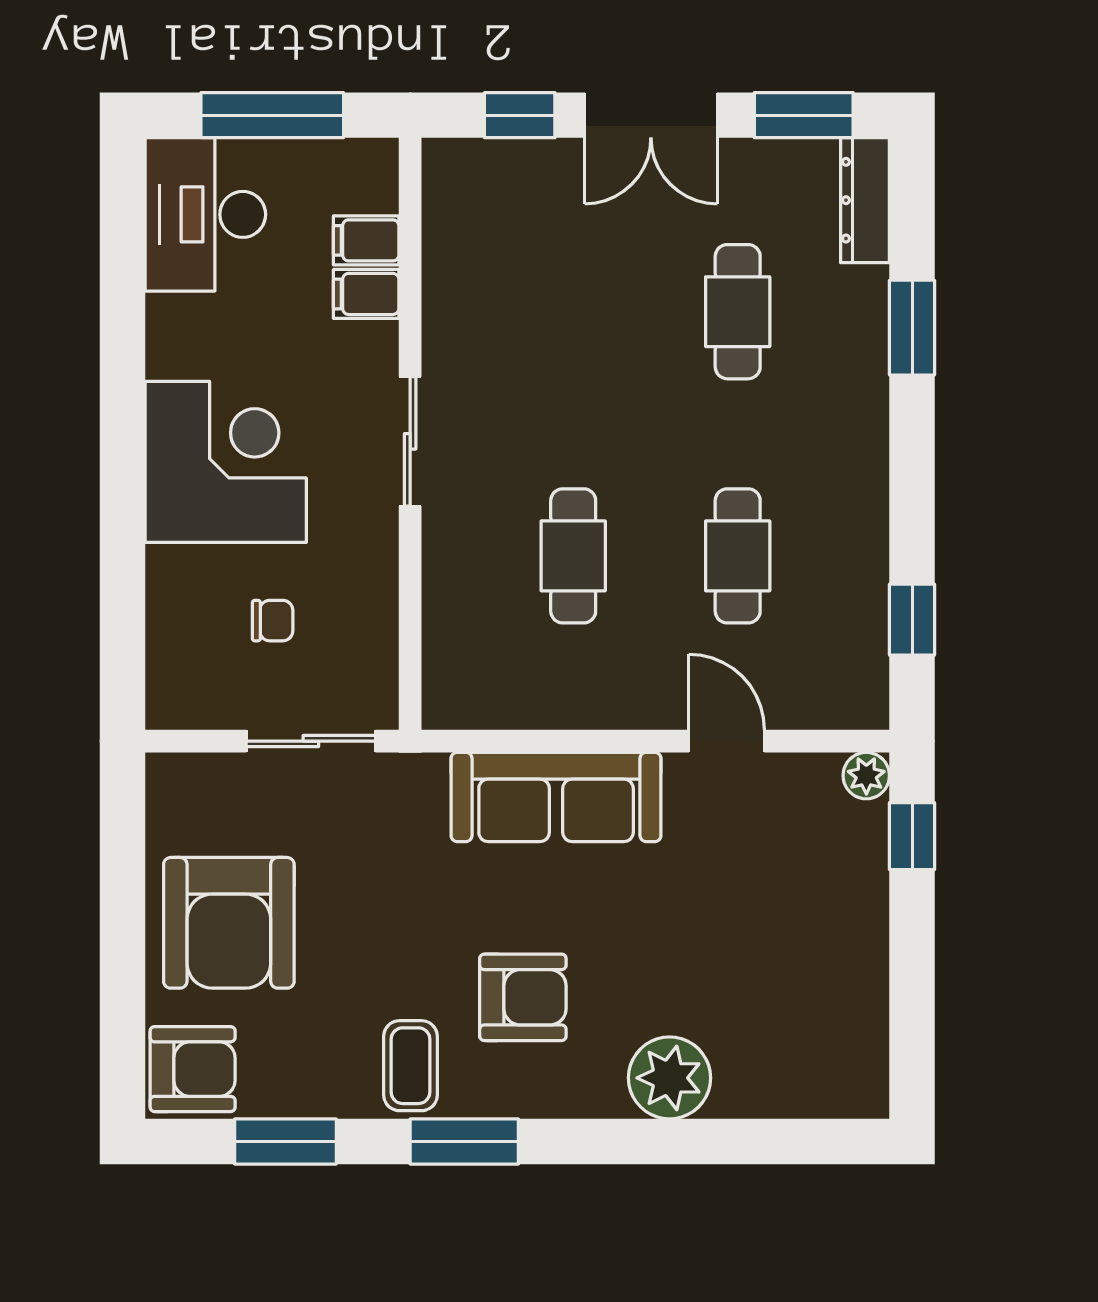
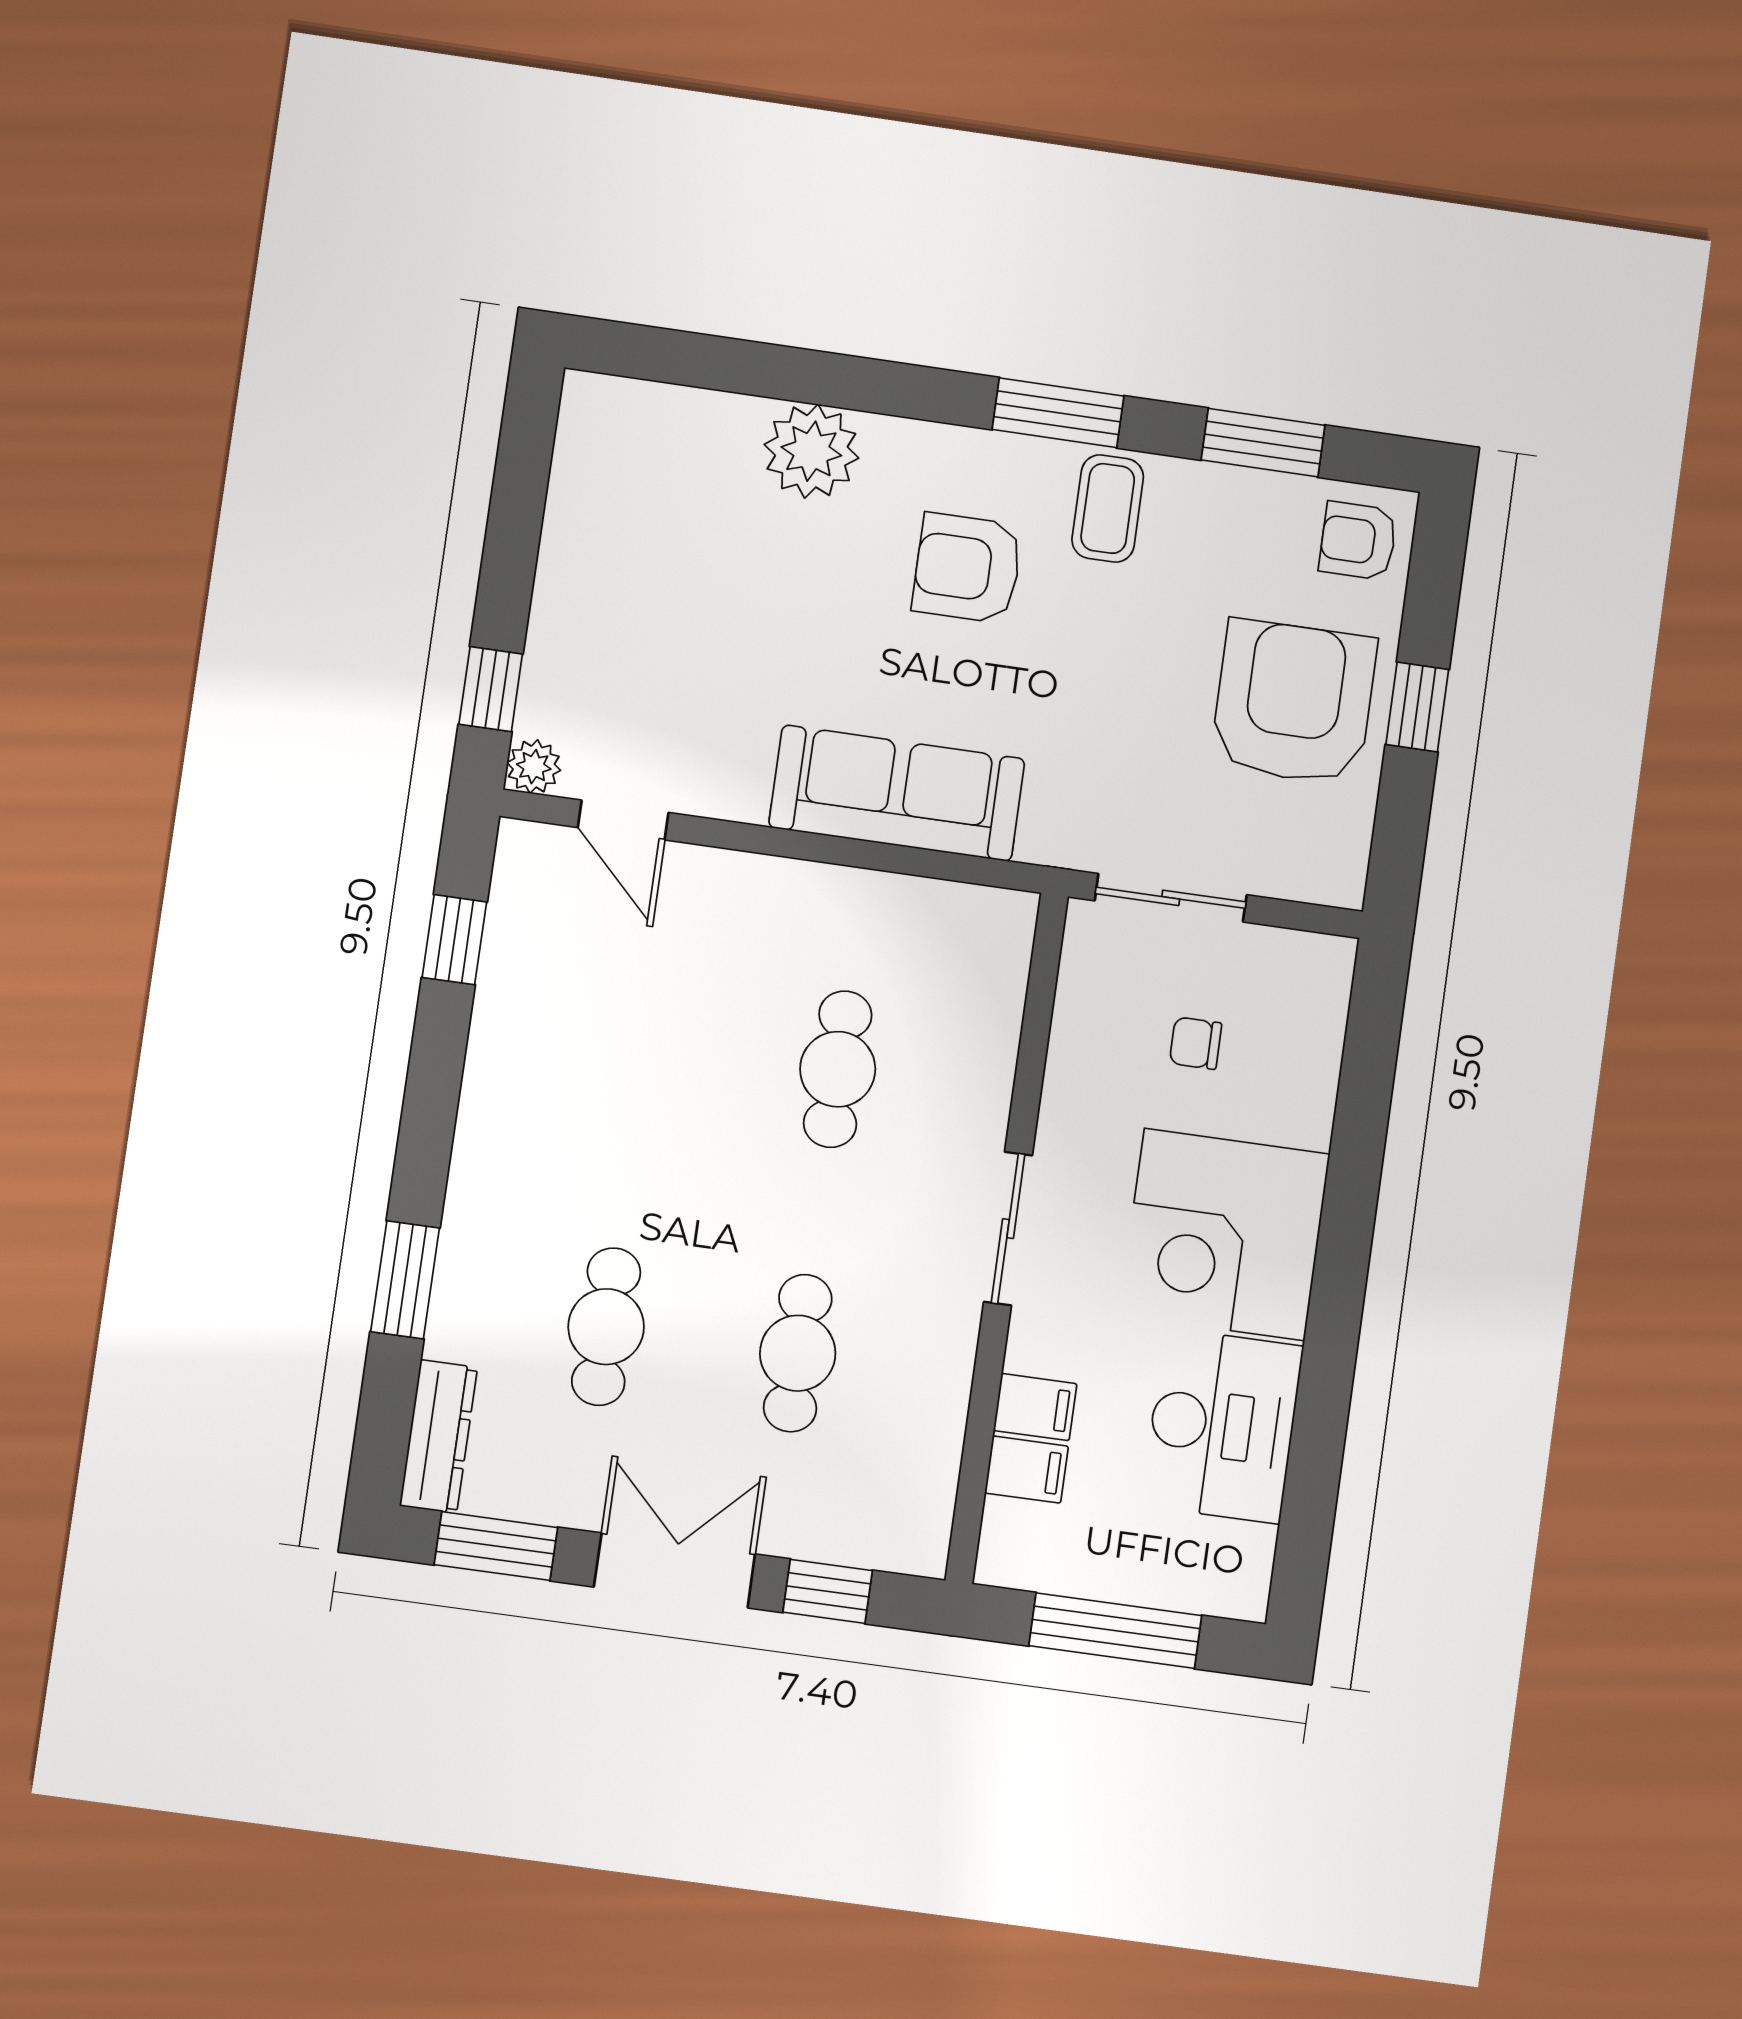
desk: (205, 214) -> (1222, 1426), moved
cafe table: (738, 556) -> (798, 1353), moved
door: (727, 741) -> (623, 820), moved
window: (123, 934) -> (1417, 707), added
armchair: (193, 1069) -> (1358, 541), width x0.72, depth x0.72

